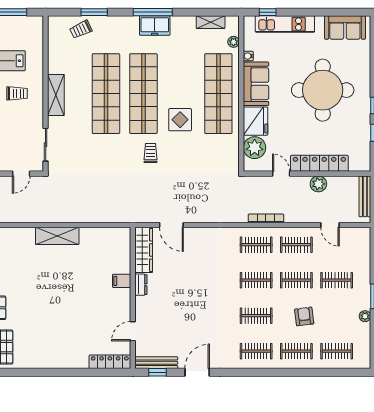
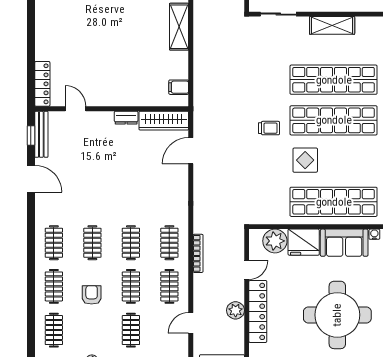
filing cabinet: (122, 281) -> (179, 87), moved, turned -90
armchair: (304, 316) -> (92, 295), turned -83

